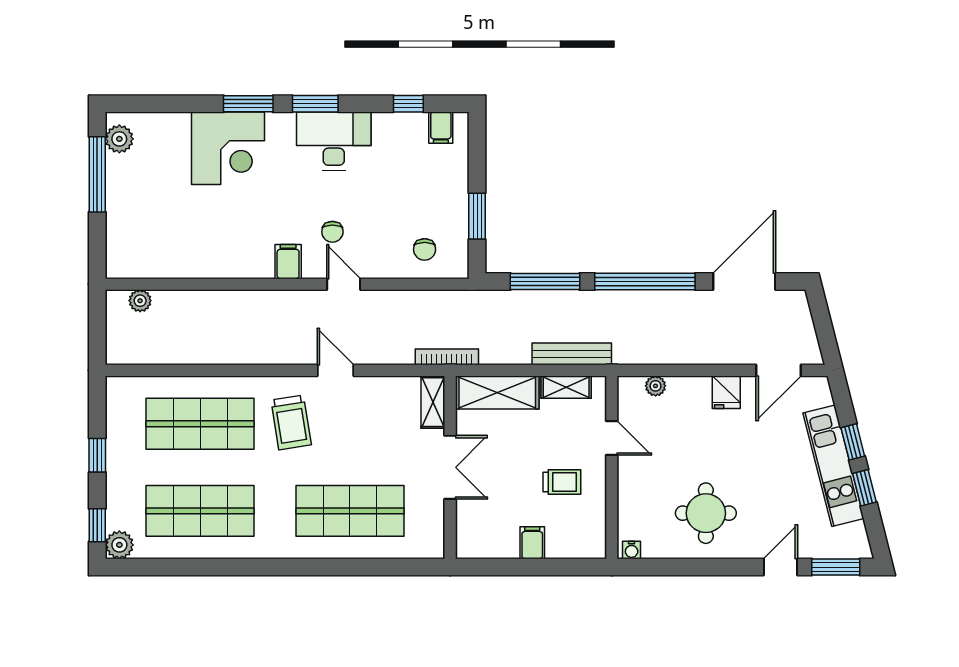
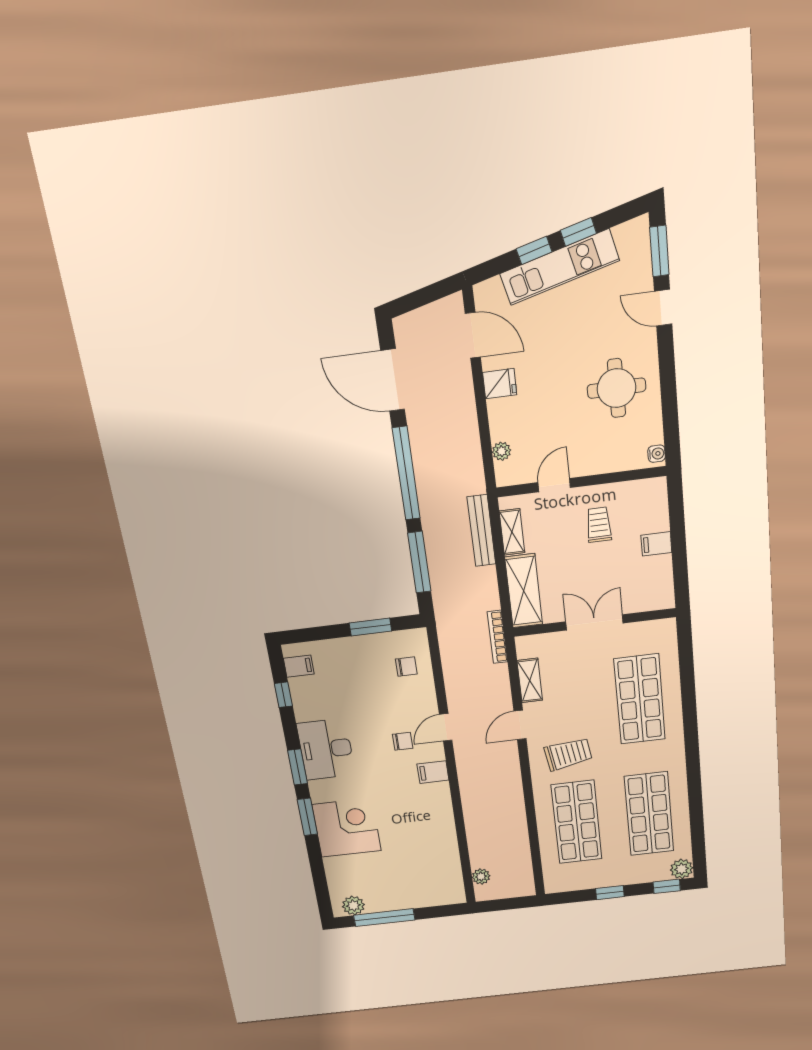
shelving: (433, 402) -> (530, 680), moved, turned 90

